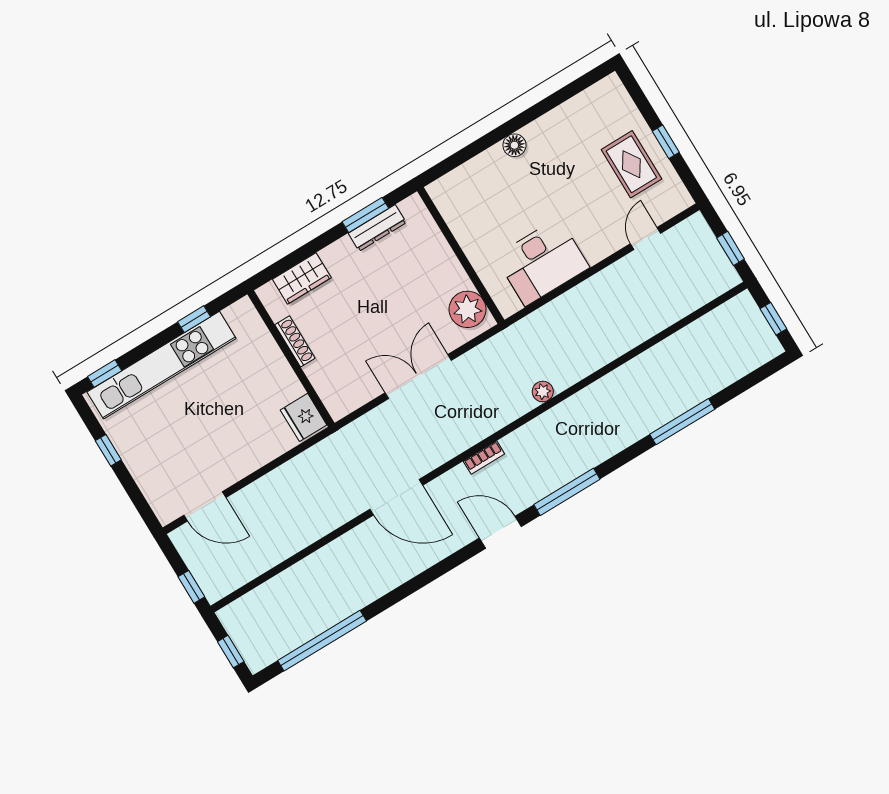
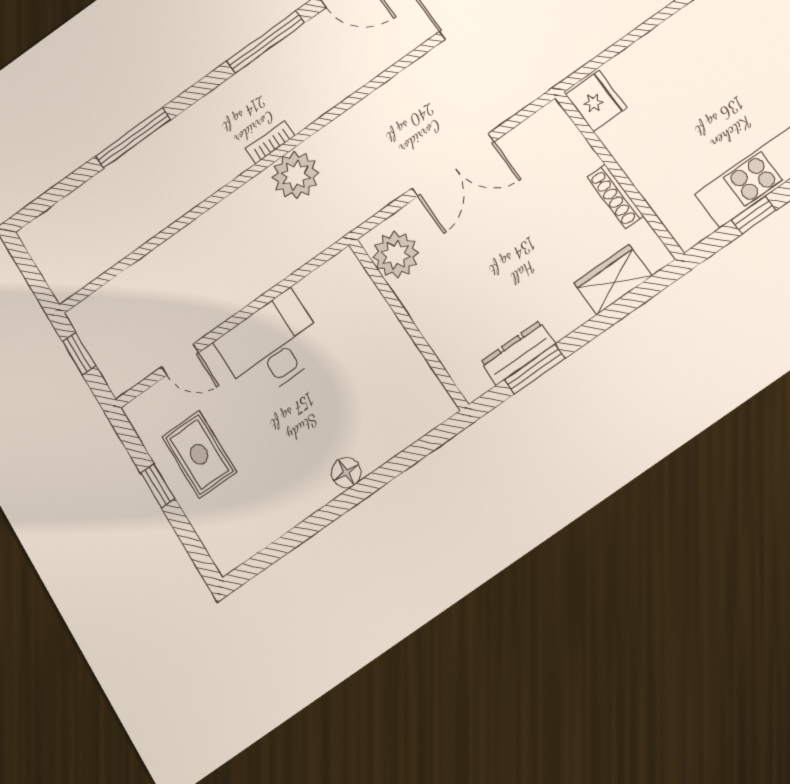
door: (645, 238) -> (180, 360), hinge flipped
desk: (542, 262) -> (271, 346), moved
window: (773, 319) -> (29, 270), removed
plant: (543, 392) -> (295, 175), width x1.87, depth x1.87
bookcase: (484, 458) -> (270, 142), moved

